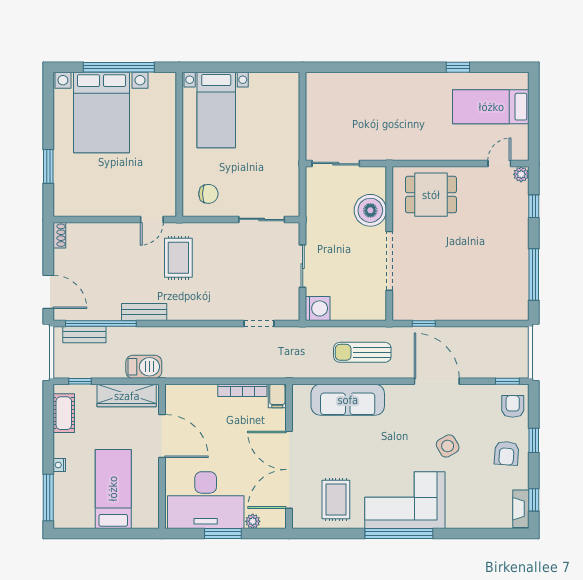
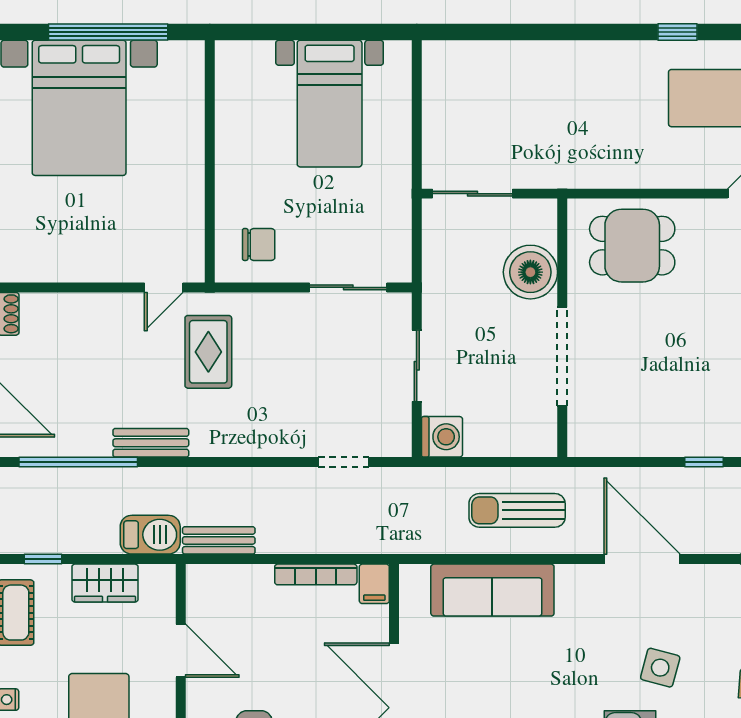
bed with nightstands: (216, 110) -> (330, 104), moved
window: (424, 324) -> (704, 462), moved
bench: (84, 335) -> (219, 540), moved
wardrobe: (127, 396) -> (105, 583), width x0.67
door: (162, 436) -> (181, 651), width x0.73
side table: (448, 446) -> (660, 668), turned 45

